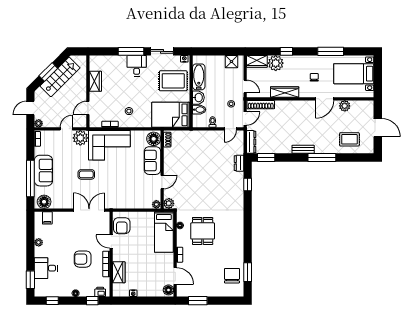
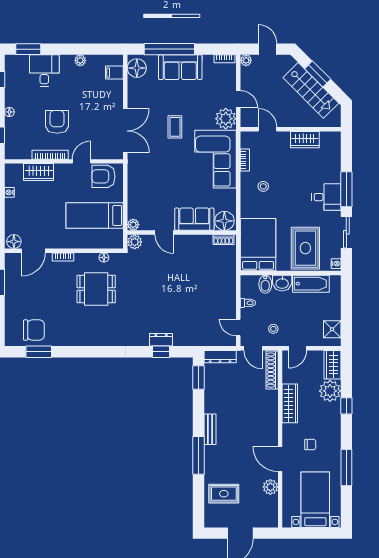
rug: (349, 139) -> (224, 494), turned 90
dresser: (239, 163) -> (161, 340), moved
bed: (164, 232) -> (95, 215), moved
printer: (100, 292) -> (11, 146), removed

